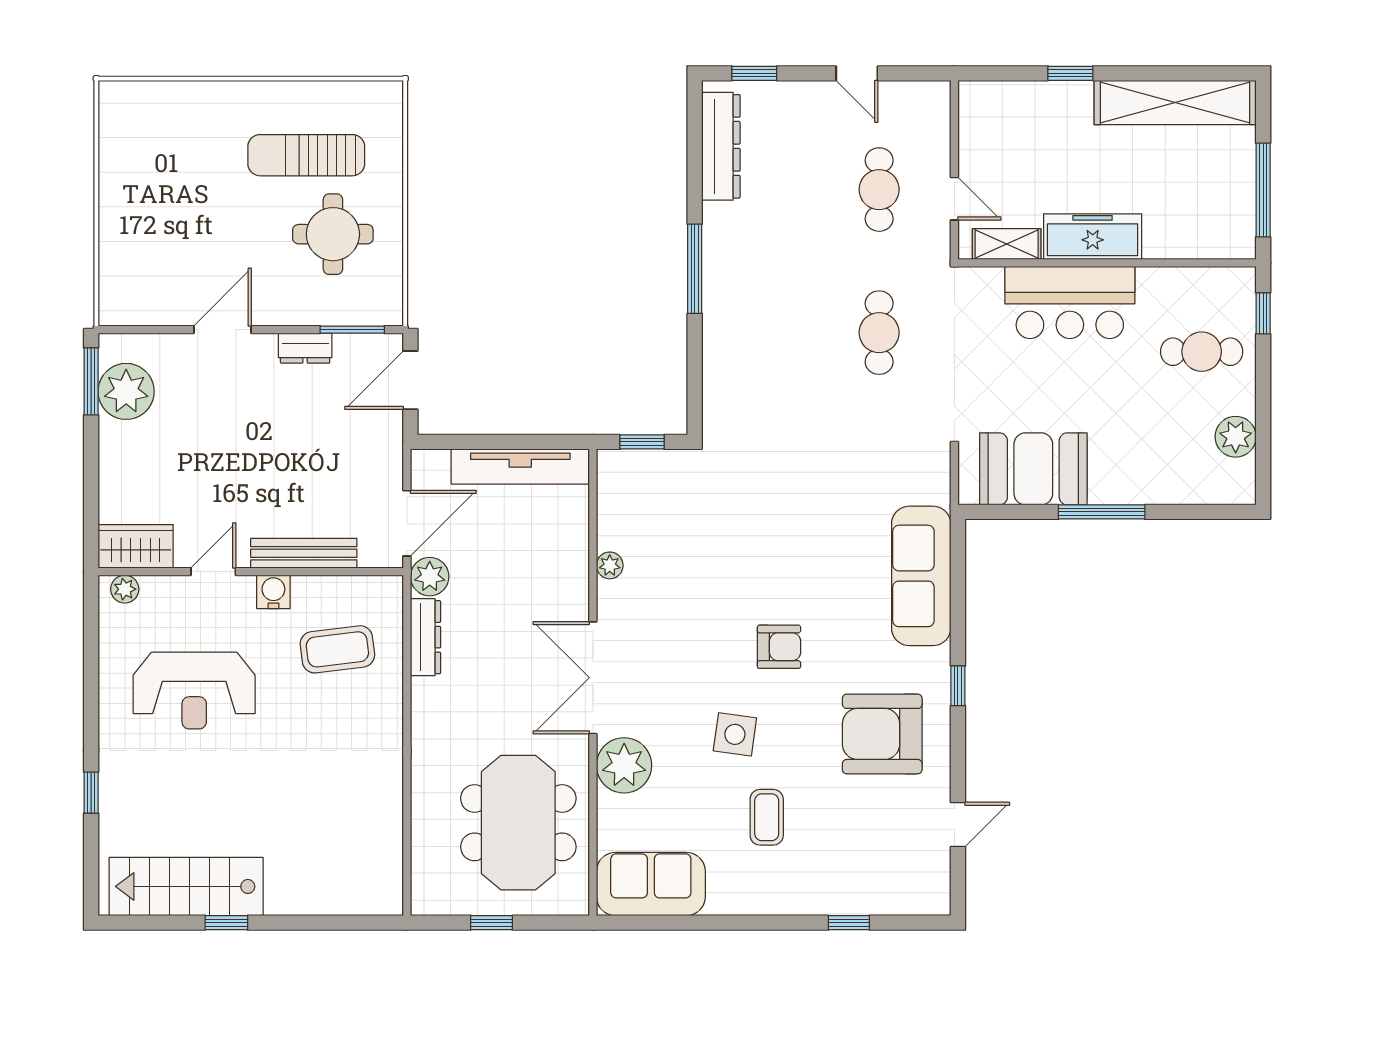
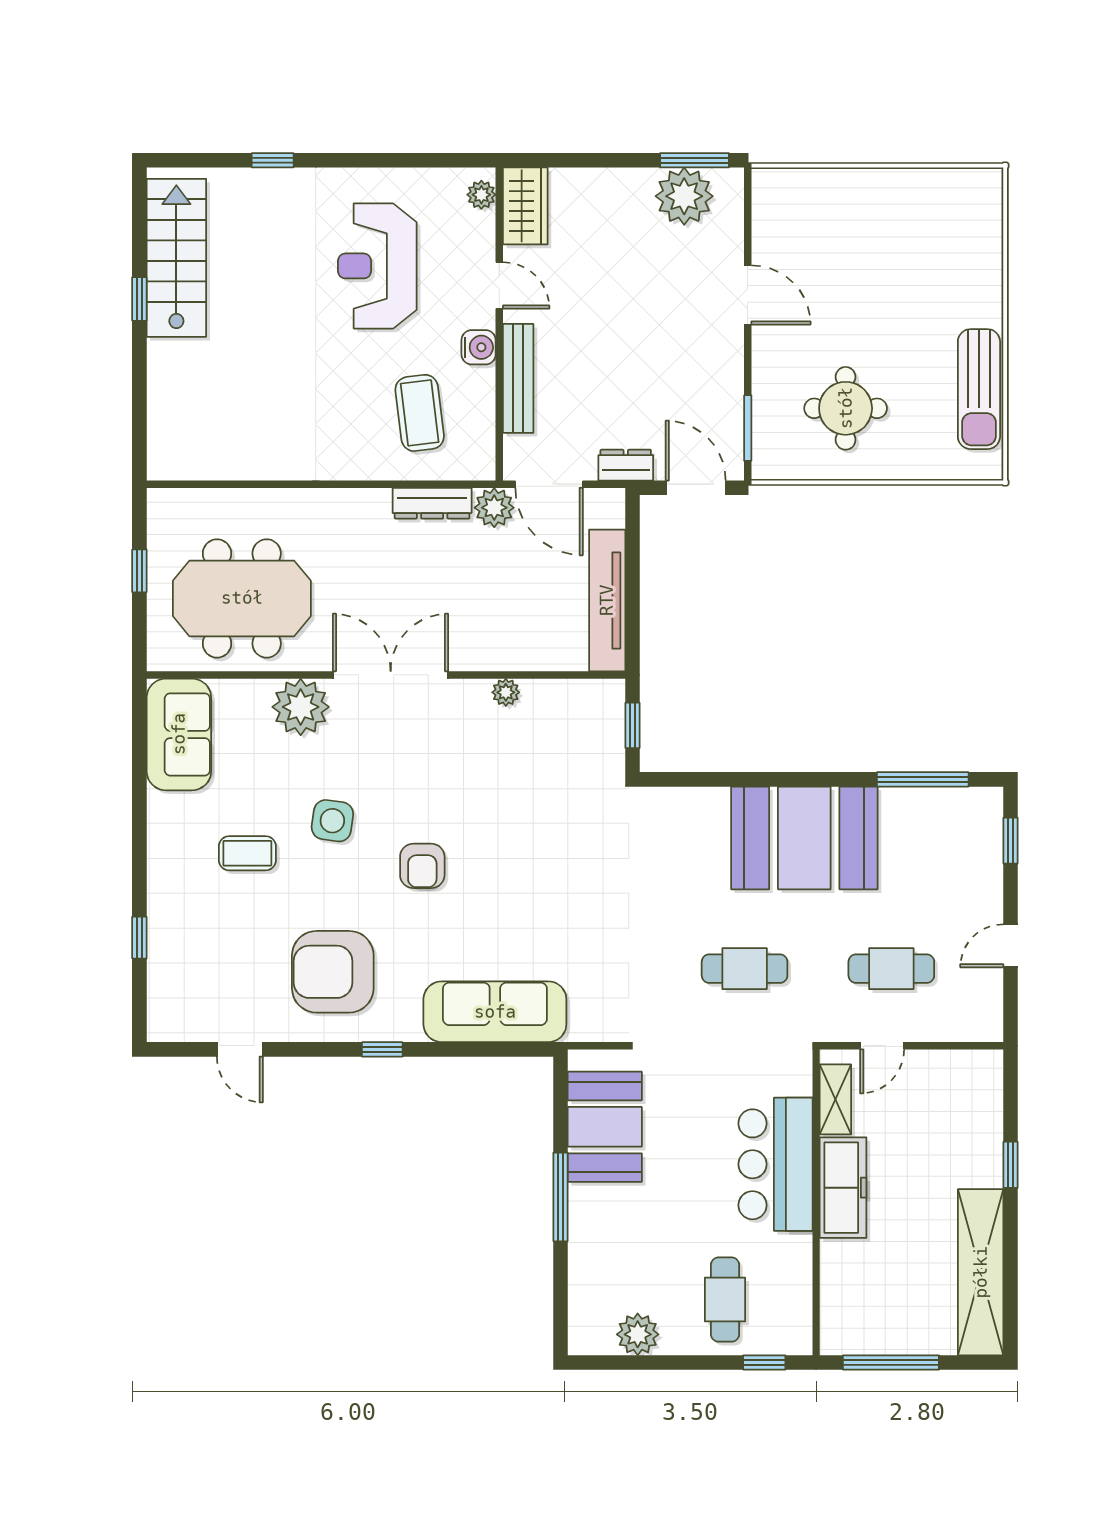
dresser: (721, 146) -> (936, 806), removed
sun lounger: (306, 155) -> (979, 389), moved, turned 180
window: (695, 269) -> (923, 779), moved
booth: (752, 274) -> (804, 838), added
dresser: (305, 348) -> (626, 465), moved, turned 90
armchair: (882, 734) -> (333, 972), turned -90

